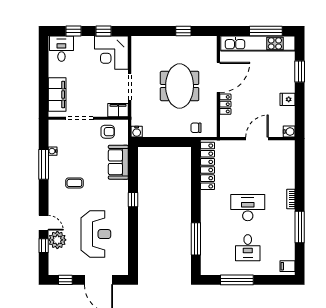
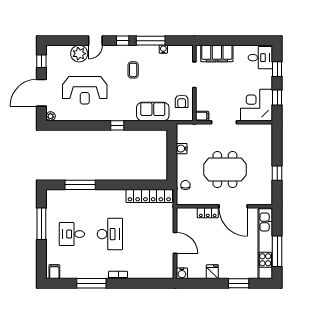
filing cabinet: (118, 110) -> (202, 116), width x0.50
water cooler: (137, 132) -> (182, 149), moved
window: (44, 246) -> (123, 41), moved
plant: (123, 270) -> (50, 116), added

